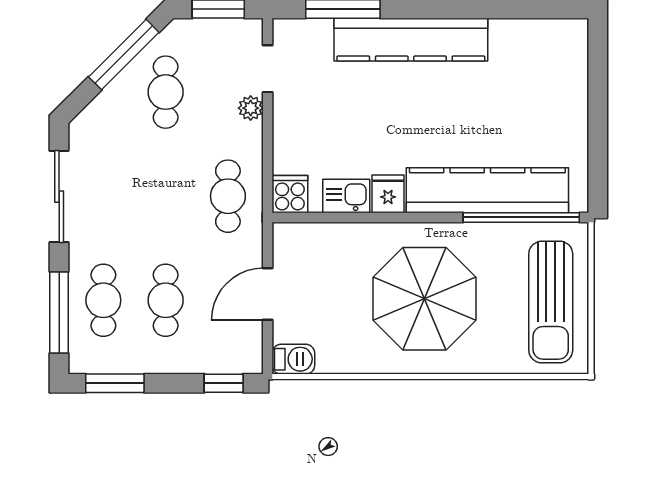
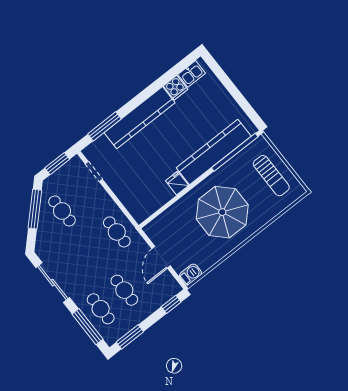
plant: (251, 108) -> (99, 192), removed
cooker: (290, 194) -> (176, 88), moved, turned 180
kitchen sink: (346, 196) -> (192, 74), moved, turned 180
sun lounger: (551, 302) -> (271, 176), width x0.73, depth x0.75

